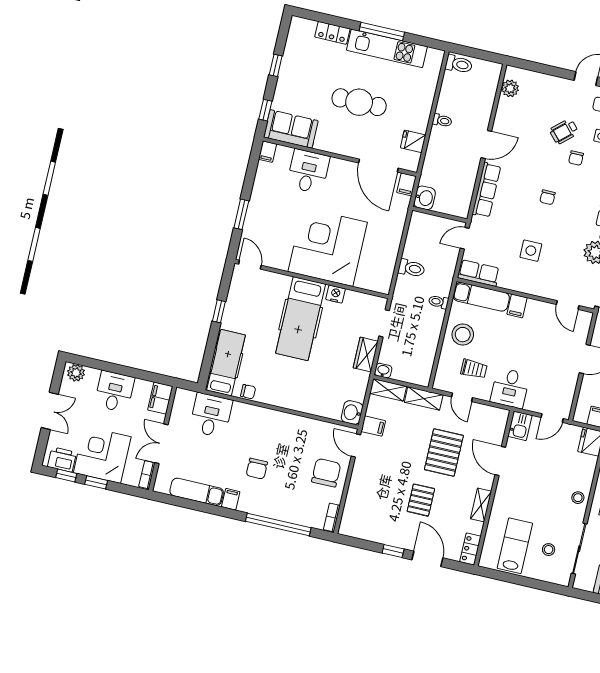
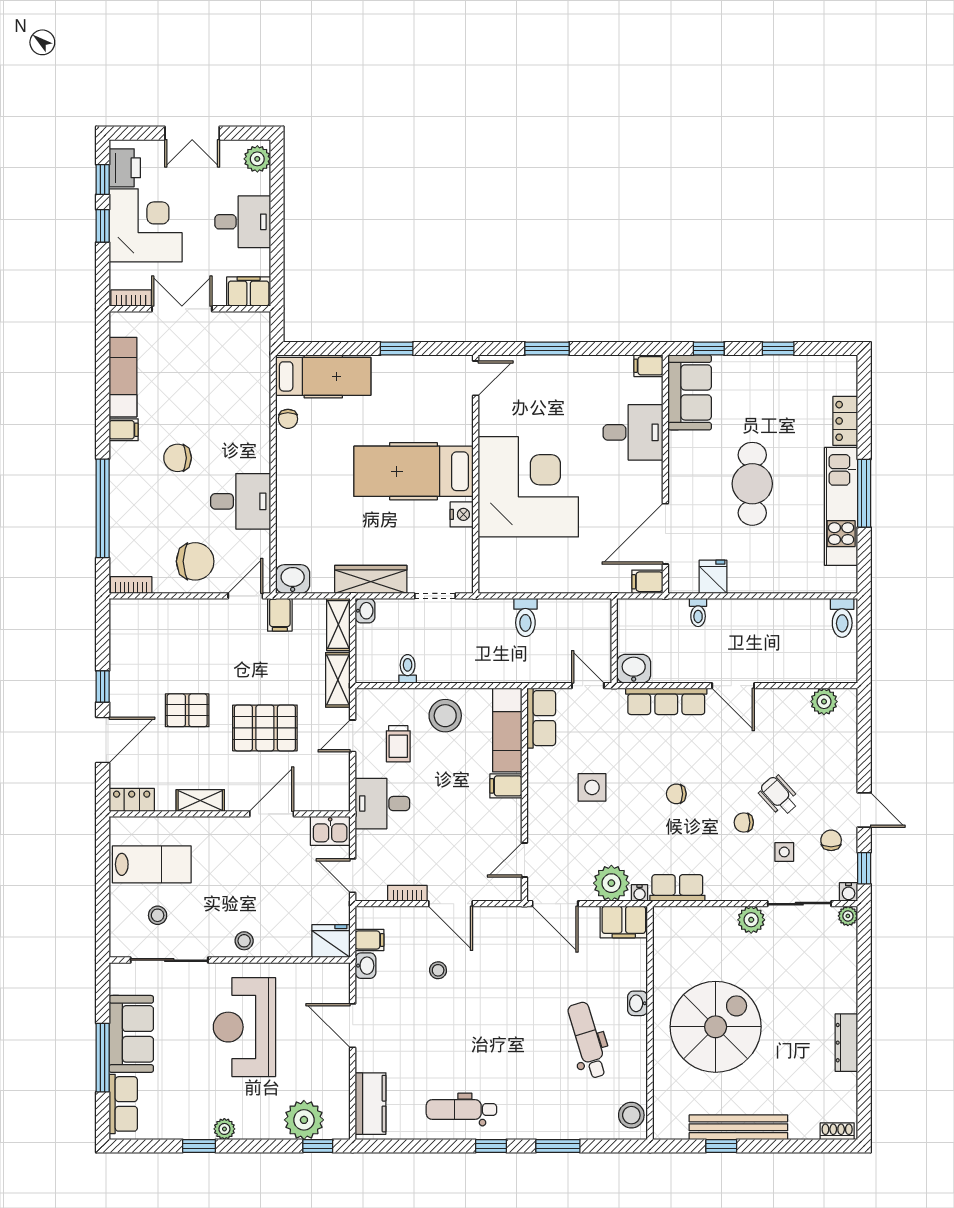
toilet: (442, 121) -> (698, 613), moved
washbasin: (425, 198) -> (634, 669), moved, turned 180
toilet: (439, 302) -> (408, 669), moved
wardrobe: (366, 354) -> (371, 579), width x1.50
bookcase: (571, 385) -> (407, 893), added
desk: (211, 415) -> (241, 501), moved

